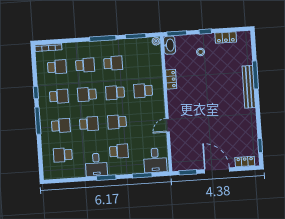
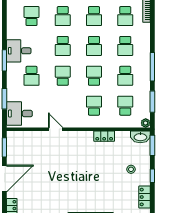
school desk: (141, 61) -> (125, 106), added
school desk: (87, 94) -> (94, 46), turned 180

